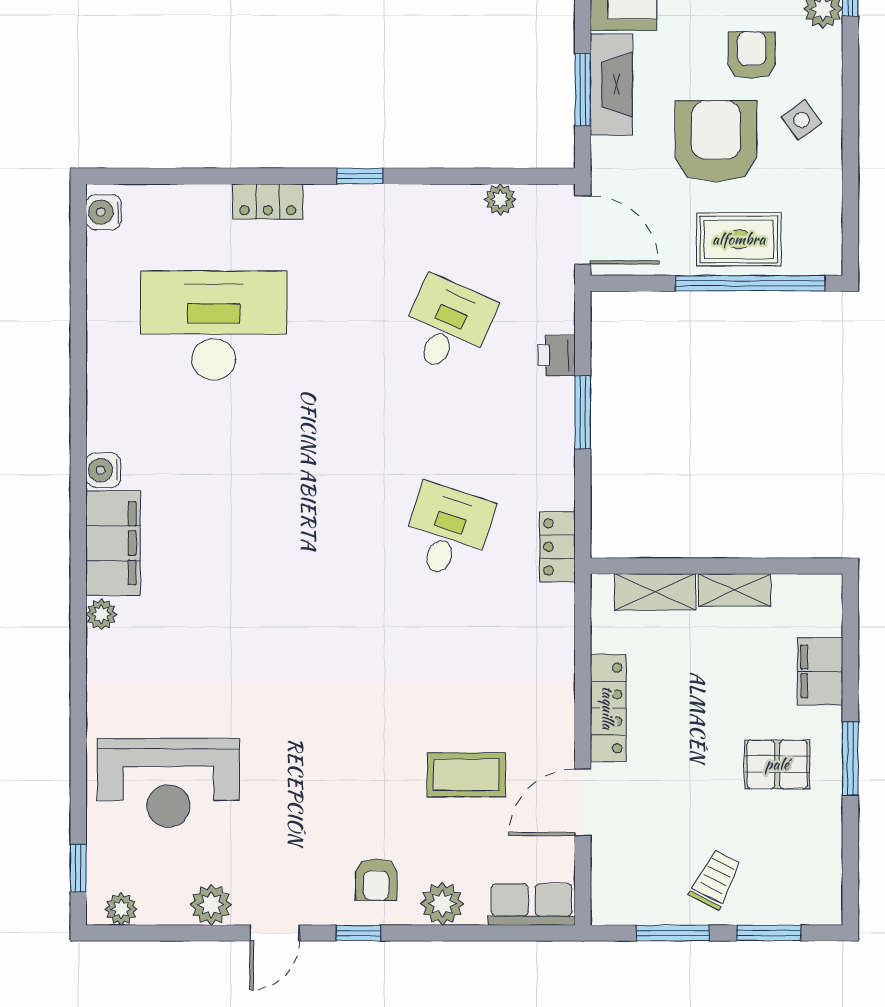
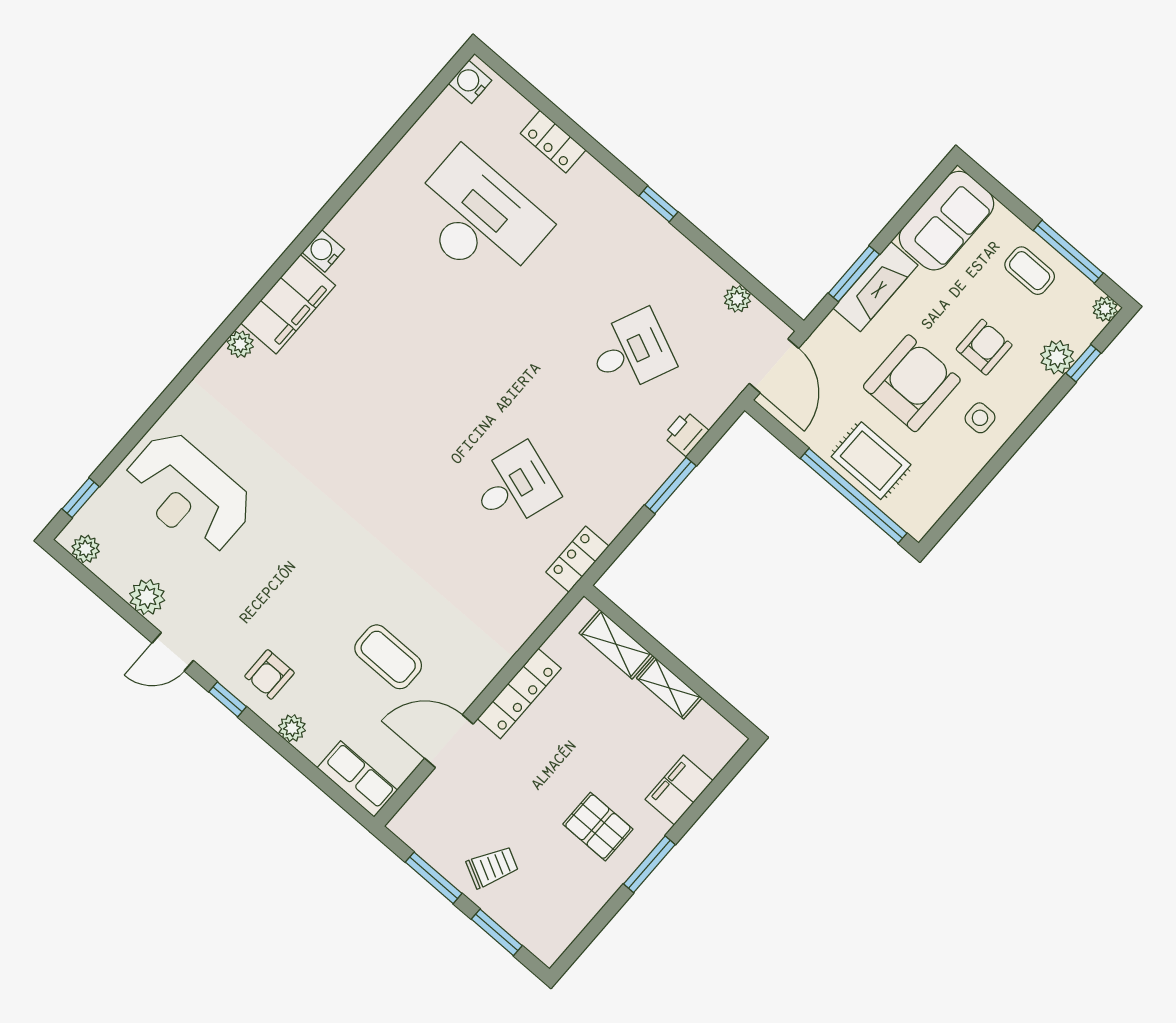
side table: (802, 120) -> (980, 418), turned 36
locker: (268, 201) -> (553, 142), moved
plant: (442, 904) -> (292, 728), width x0.73, depth x0.73

